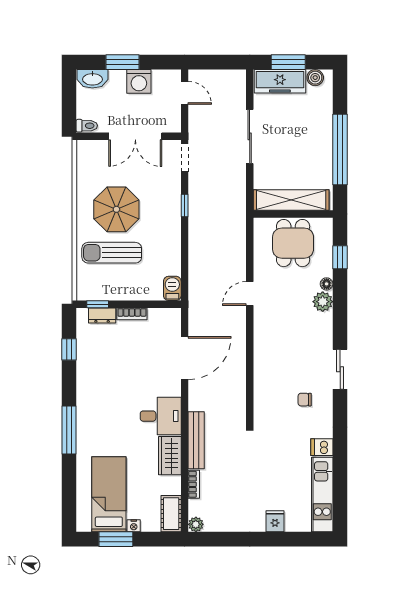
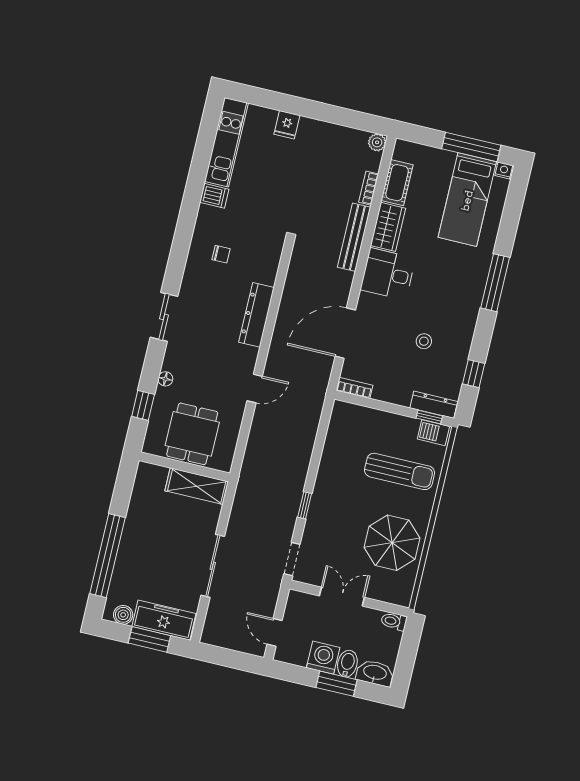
bidet: (117, 81) -> (347, 664), added
double door: (135, 136) -> (342, 597), width x0.73
window: (340, 149) -> (108, 556), moved
shelving: (291, 200) -> (197, 486), width x0.68
parasol: (116, 209) -> (392, 543), moved
barbecue: (172, 288) -> (433, 433), moved, turned 90
plant: (323, 302) -> (174, 360), removed
bookcase: (132, 314) -> (354, 388), moved
dresser: (102, 315) -> (434, 405), width x1.44
dresser: (263, 356) -> (256, 315), added
stool: (117, 367) -> (424, 341), added
sliding door: (340, 369) -> (164, 317), moved
cot: (171, 514) -> (397, 183), moved
nightstand: (134, 526) -> (504, 171), moved
window: (116, 539) -> (471, 147), width x1.44

